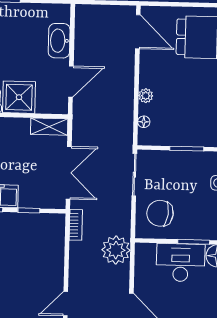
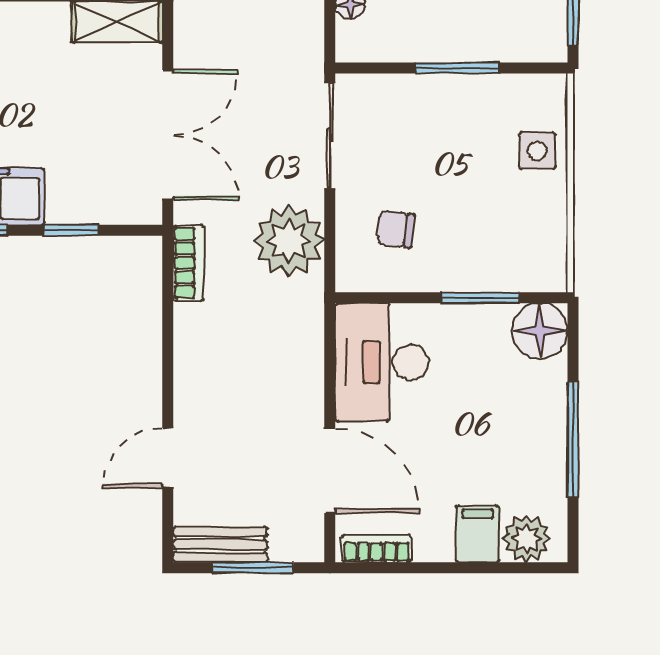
chair: (160, 213) -> (396, 229), width x0.54, depth x0.54
plant: (116, 250) -> (289, 241), moved
desk: (181, 263) -> (382, 362), moved, turned -90

